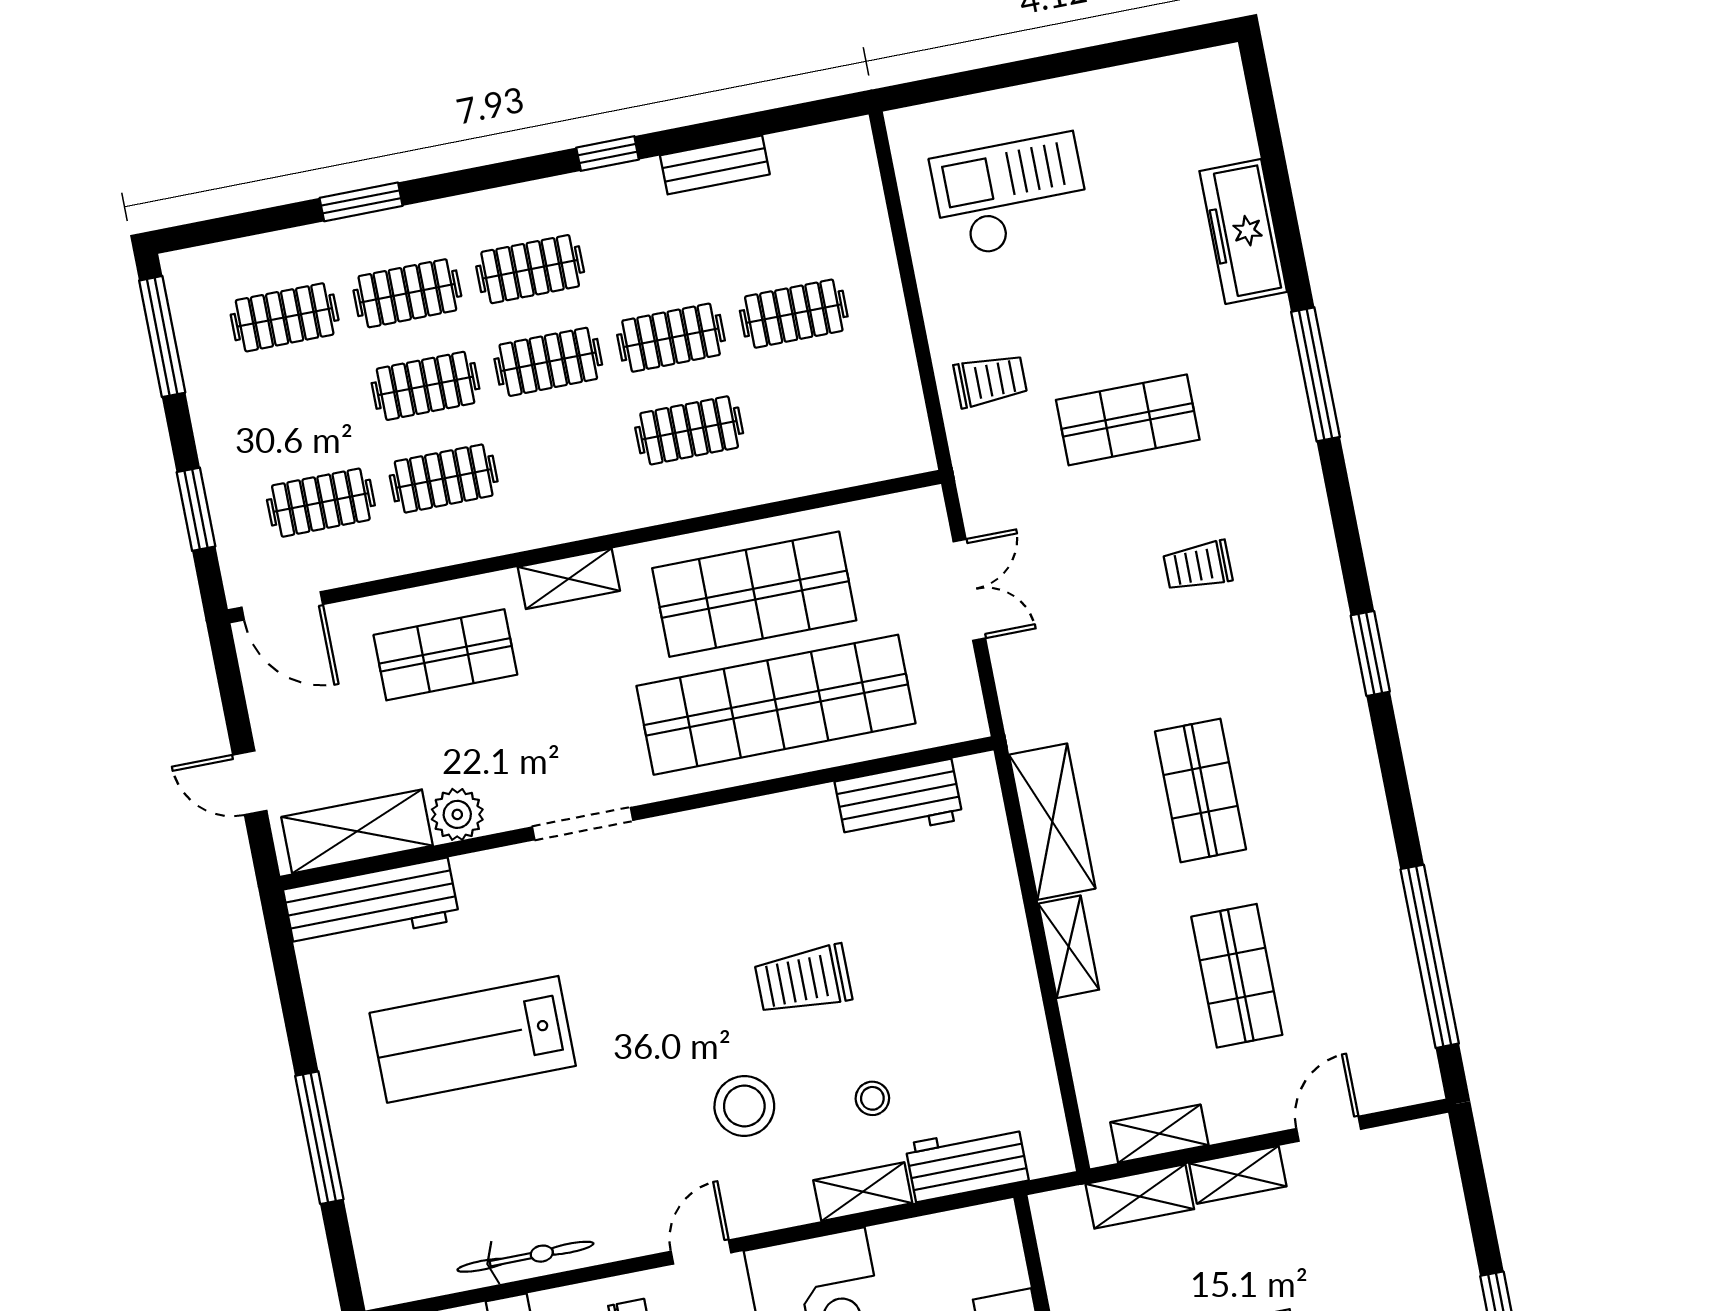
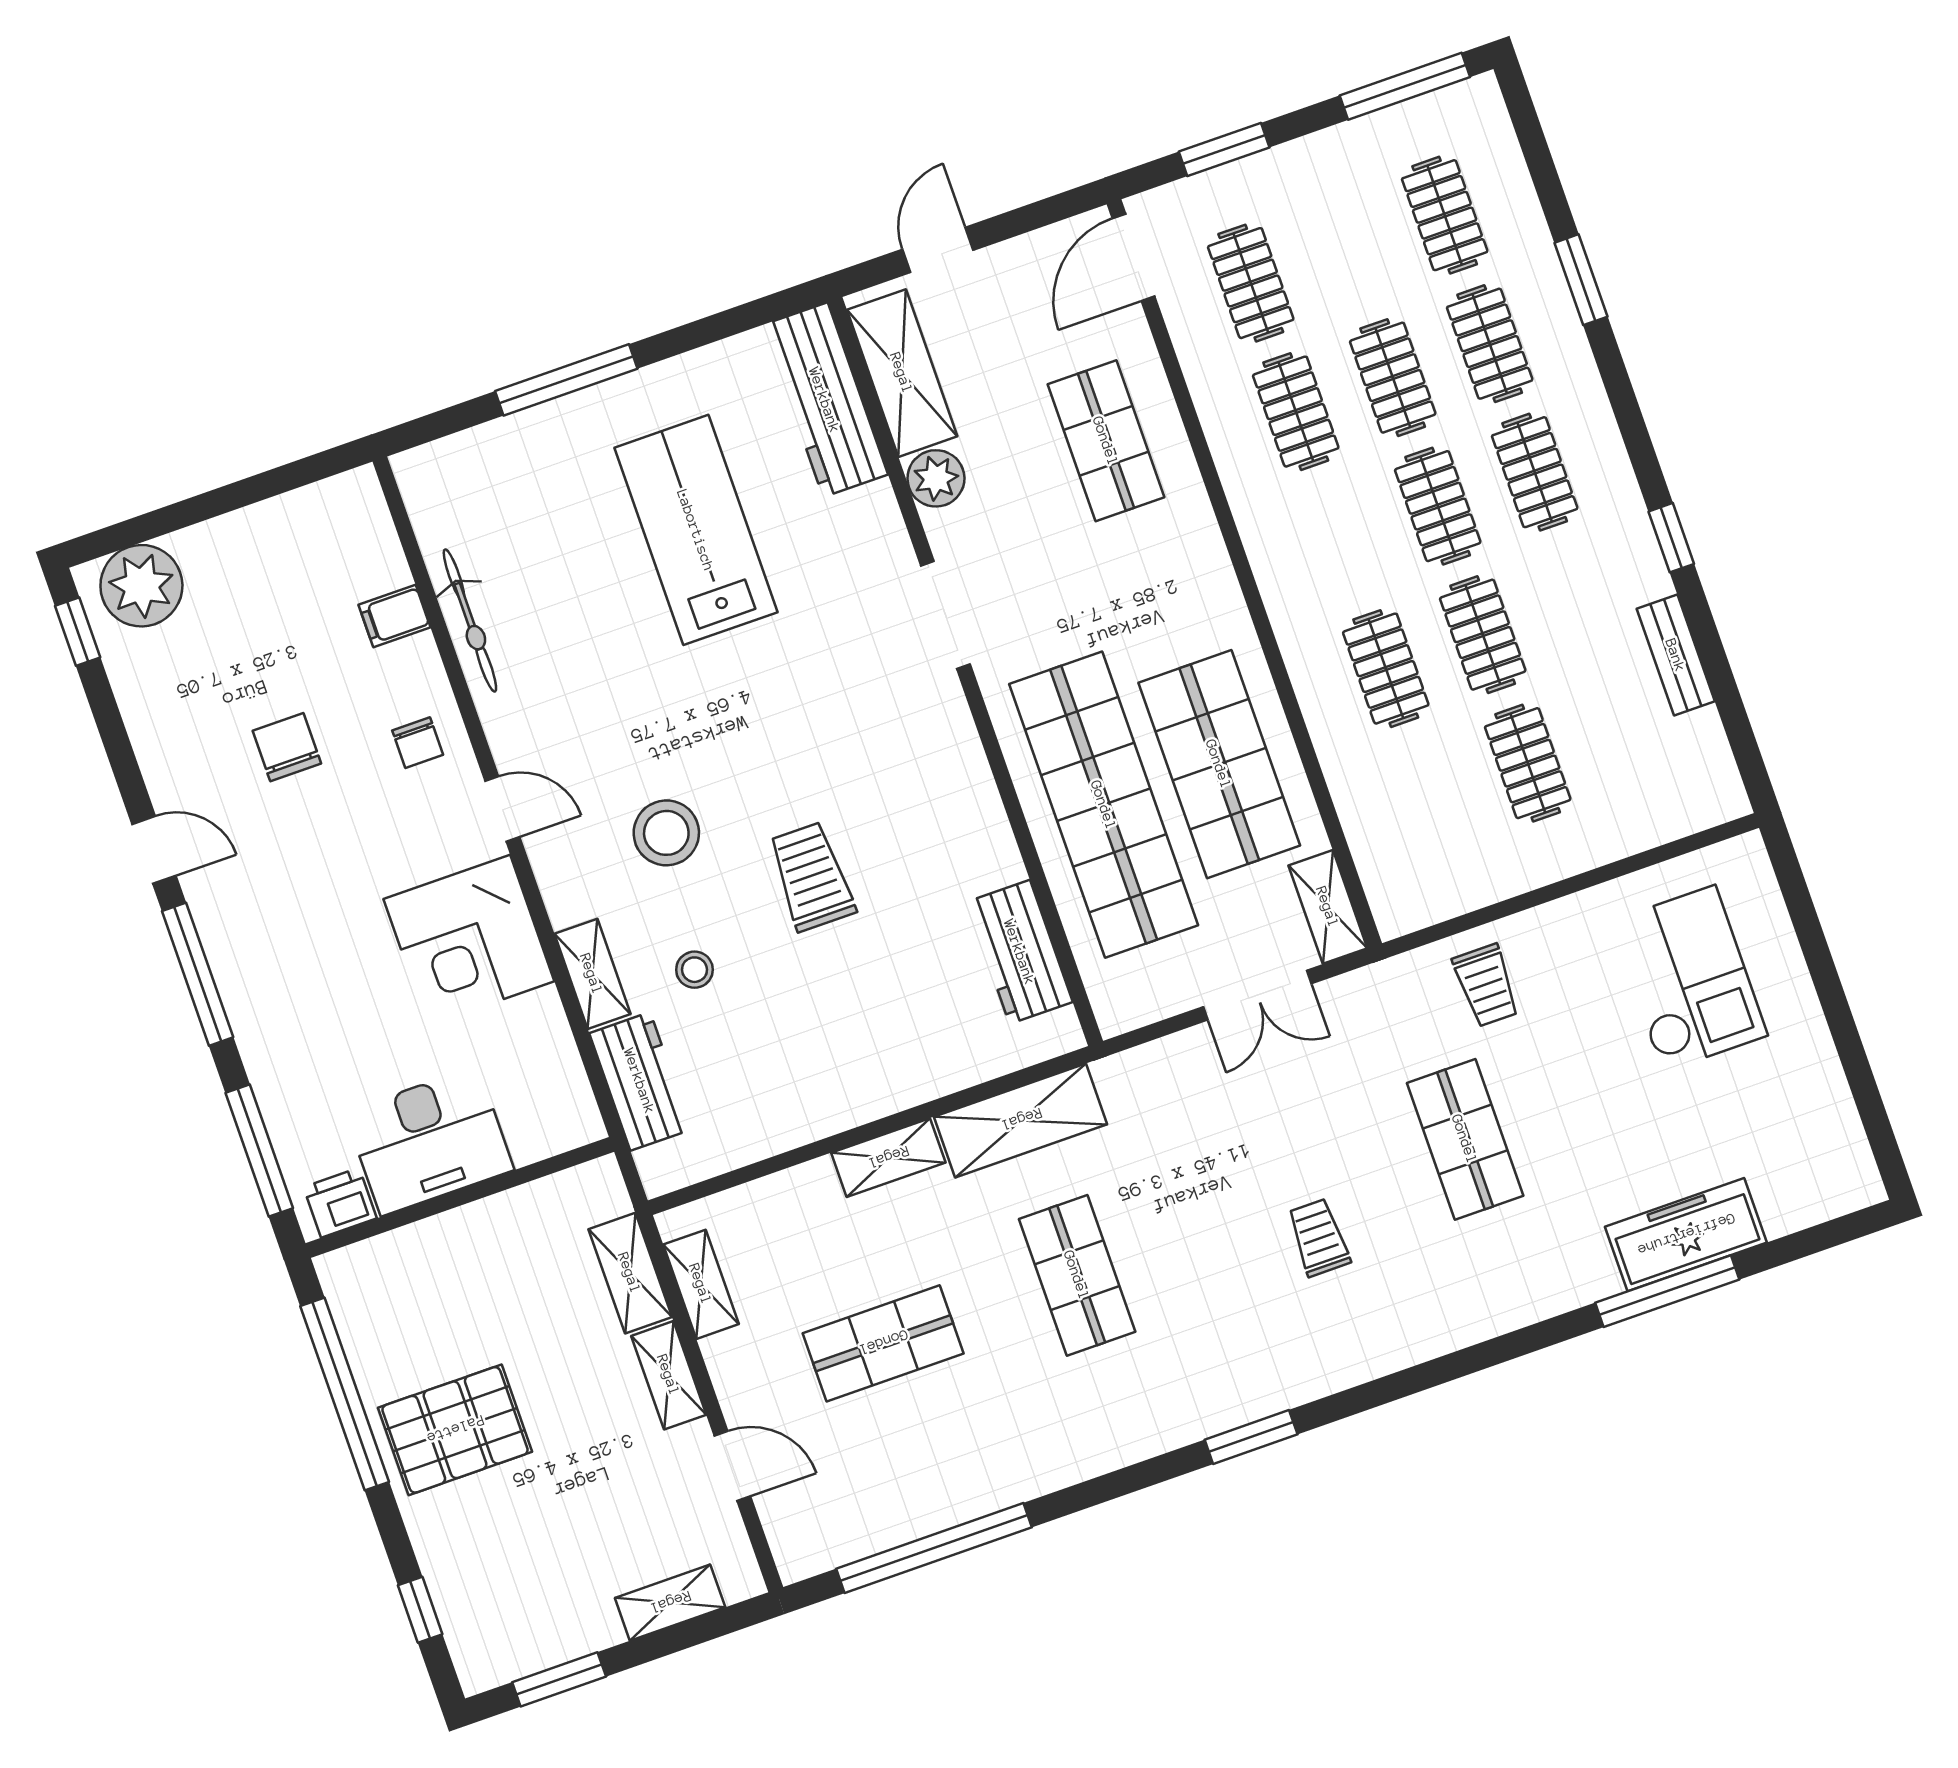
window: (1315, 374) -> (1667, 1291), moved
shelving: (569, 579) -> (1328, 907), moved
shop shelf: (1200, 790) -> (1077, 1275), turned 90
shelving: (1445, 1203) -> (670, 1603), added

